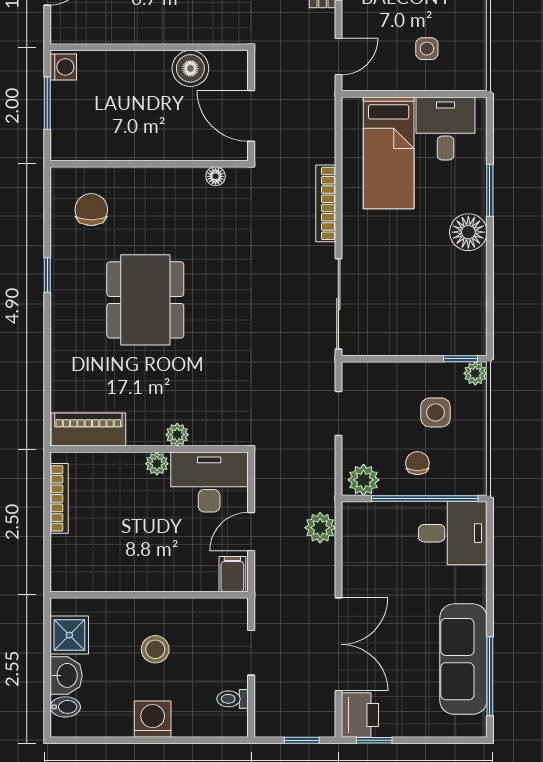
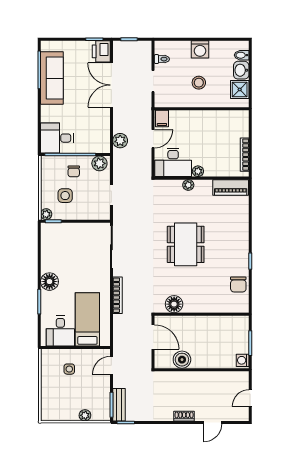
floor lamp: (216, 176) -> (174, 304), width x1.89, depth x1.89
chair: (91, 210) -> (238, 284), moved
dining table: (145, 300) -> (186, 244), moved

